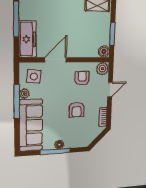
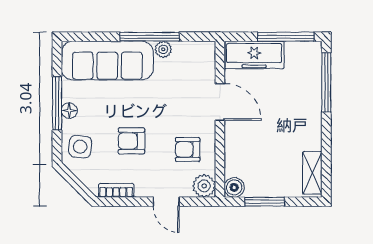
side table: (34, 76) -> (80, 147), moved
armchair: (82, 78) -> (188, 149), turned 180

